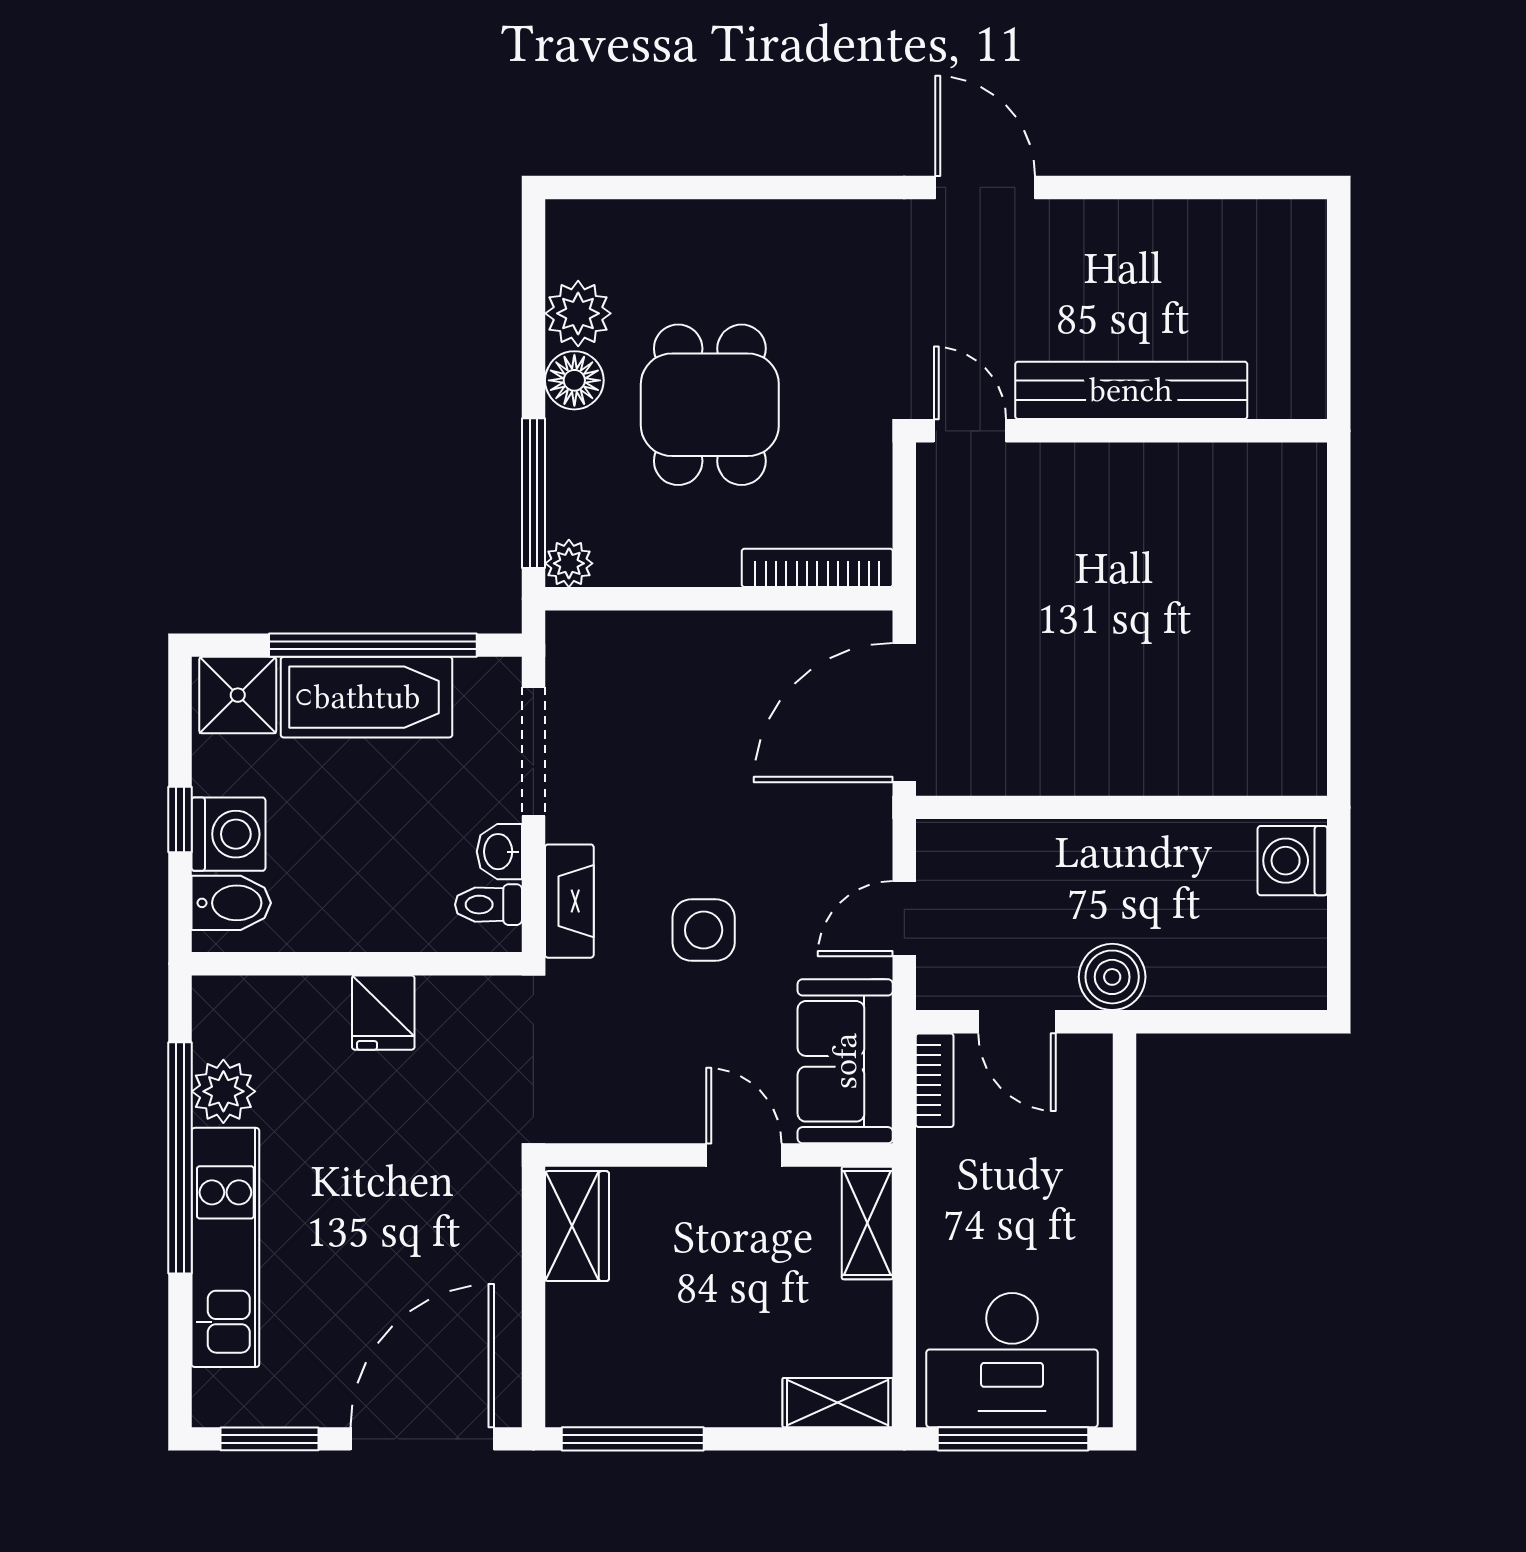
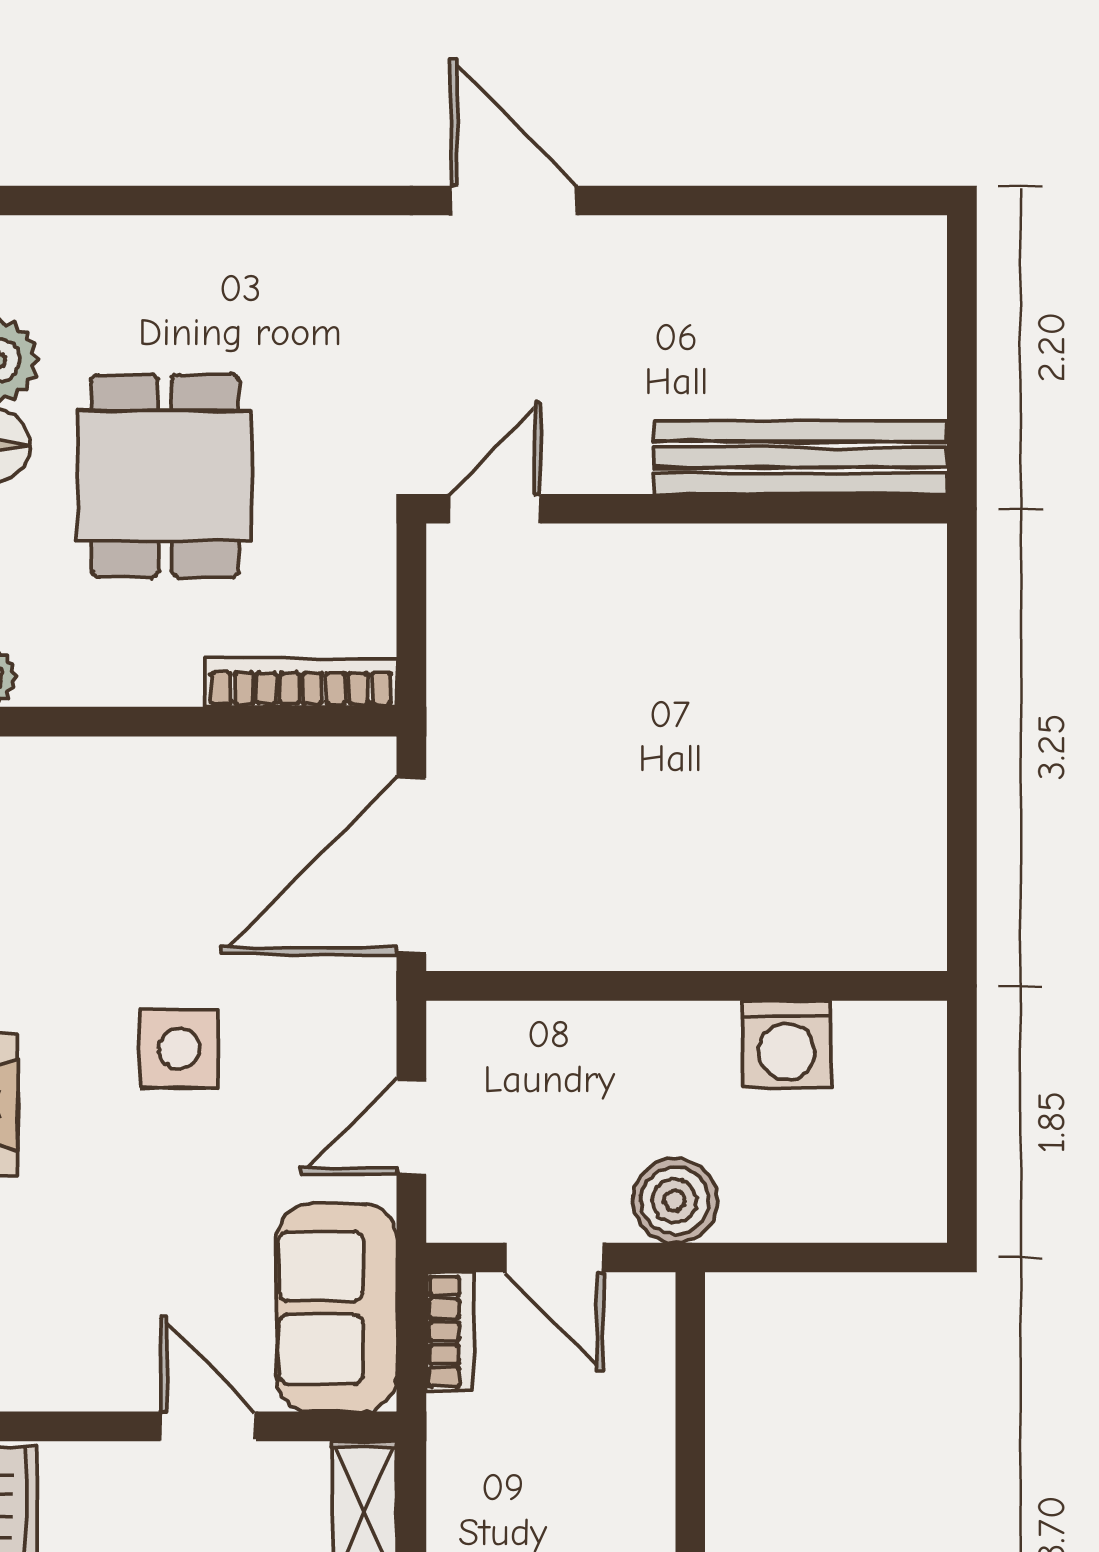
bench: (1131, 390) -> (800, 458), moved
door: (970, 431) -> (495, 509), hinge flipped
washing machine: (1292, 861) -> (787, 1045), moved, turned -90
side table: (704, 930) -> (179, 1049), moved

